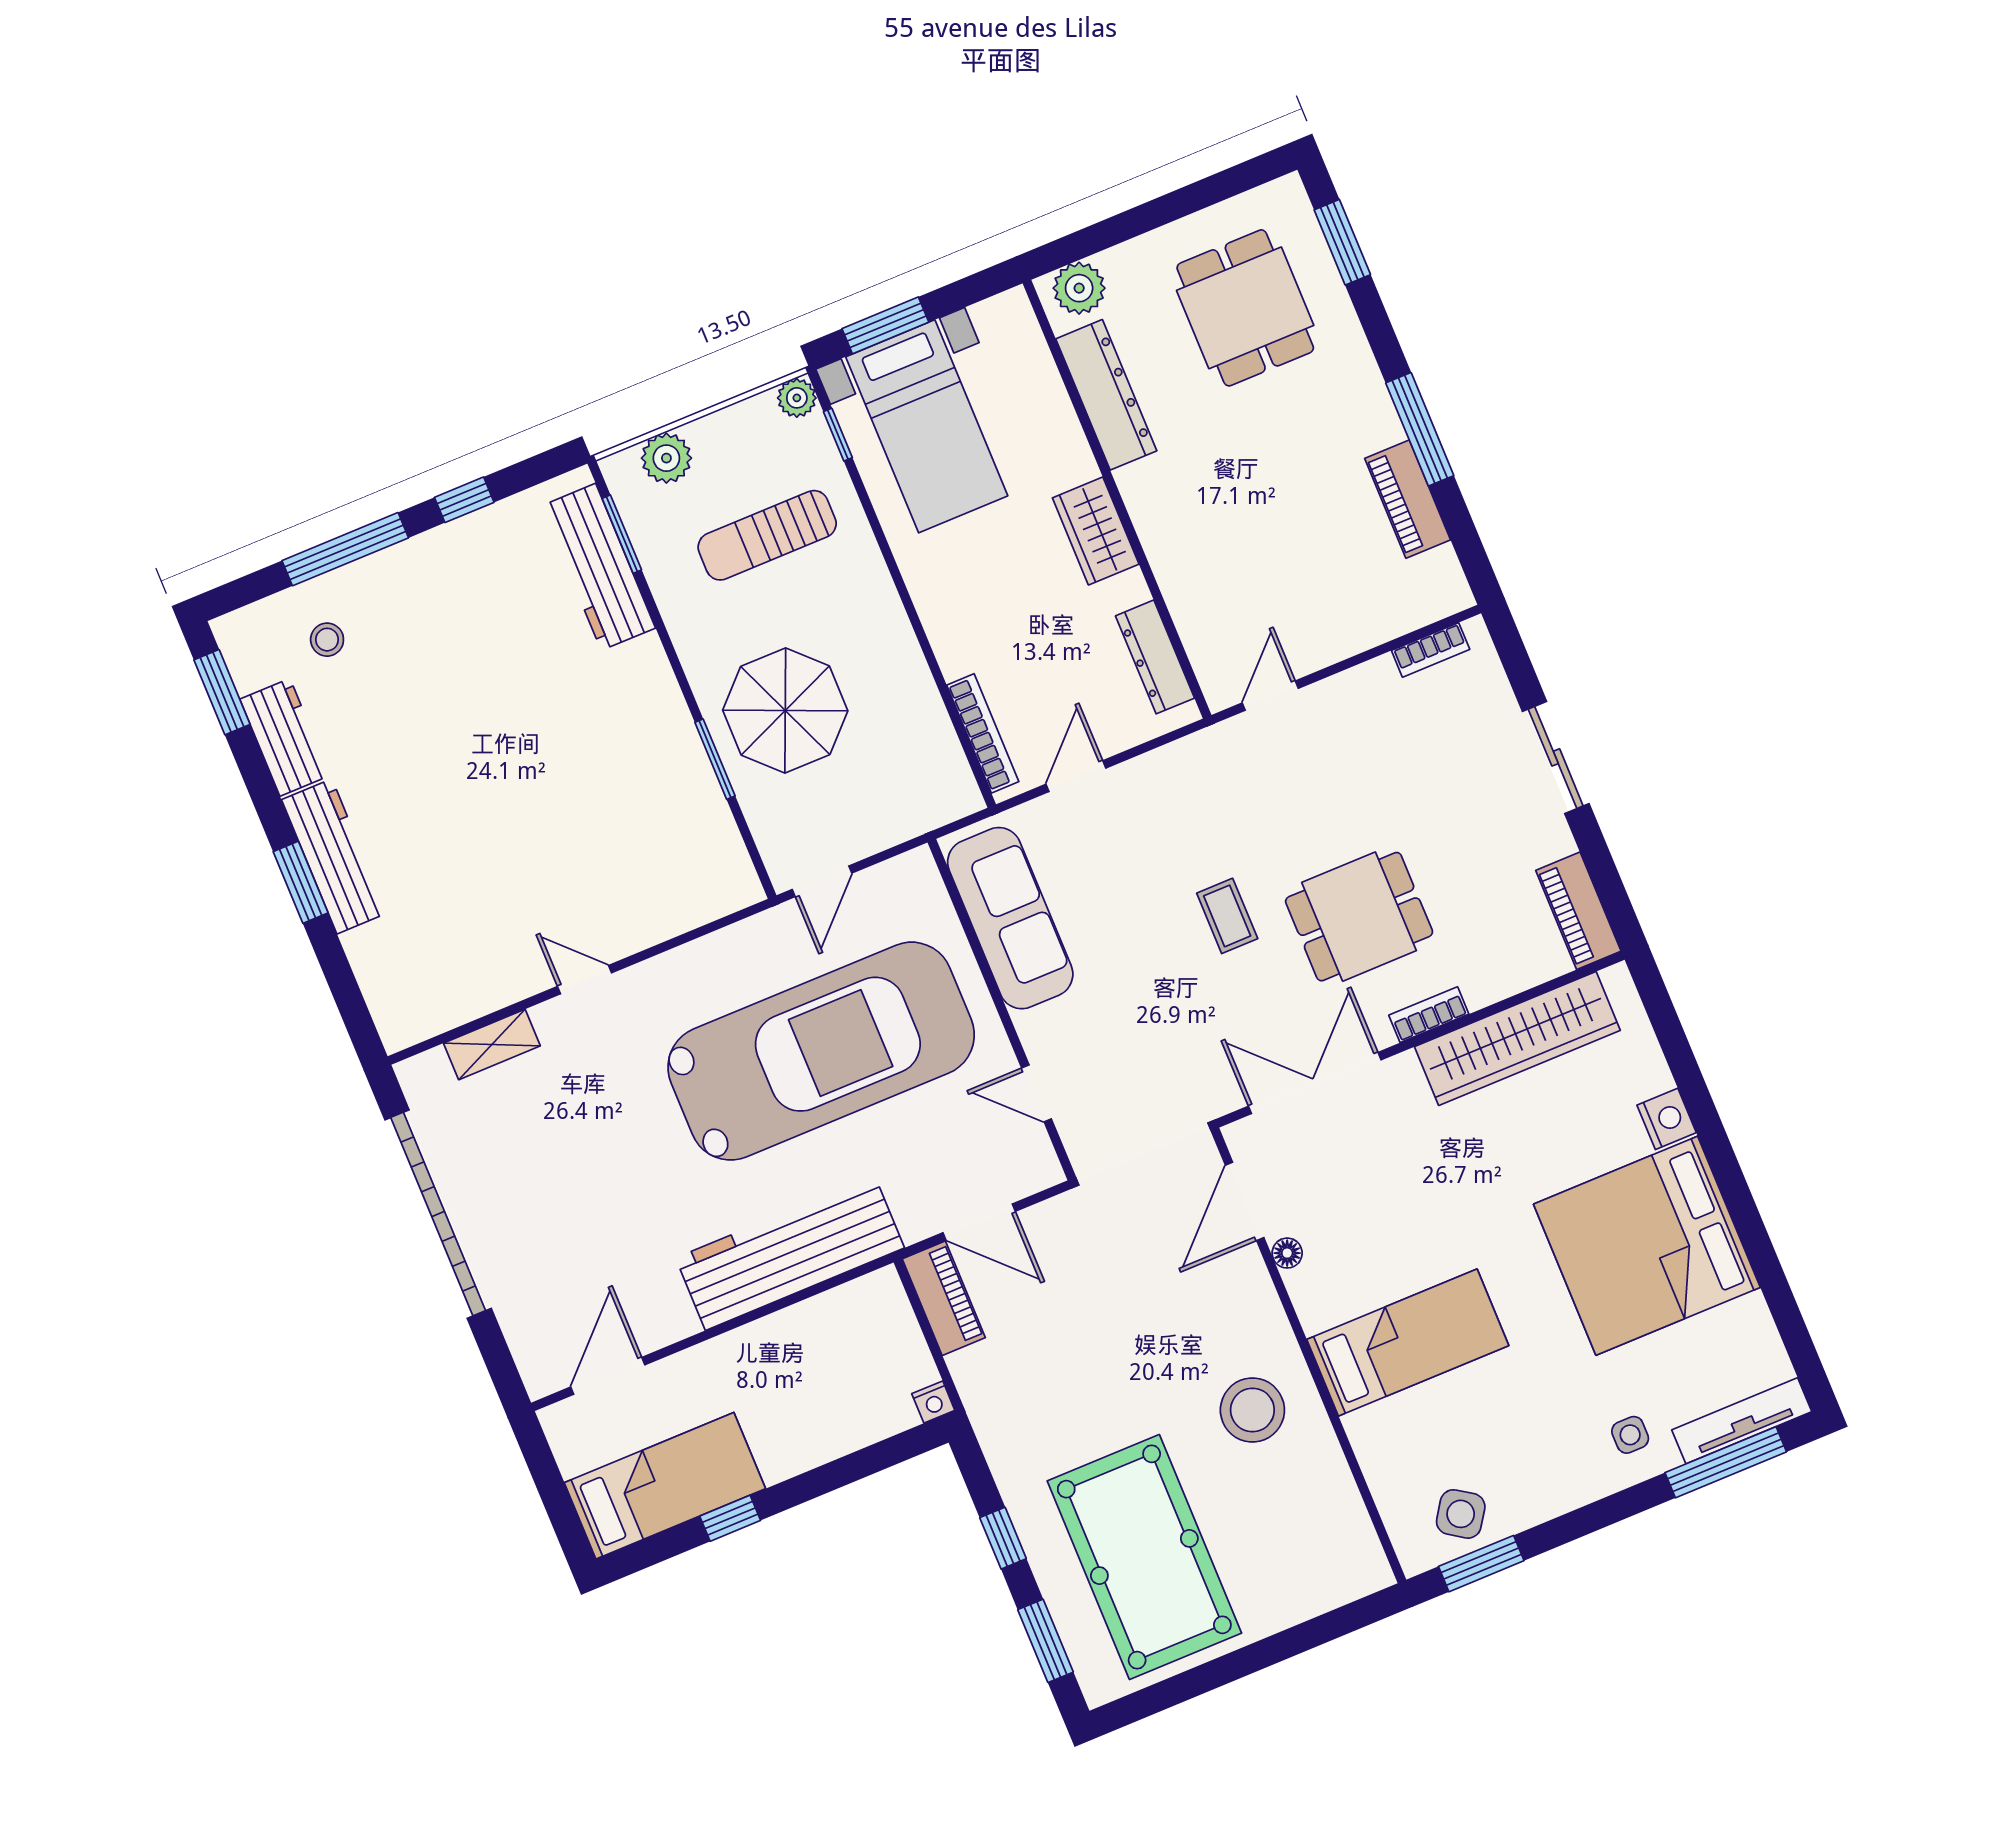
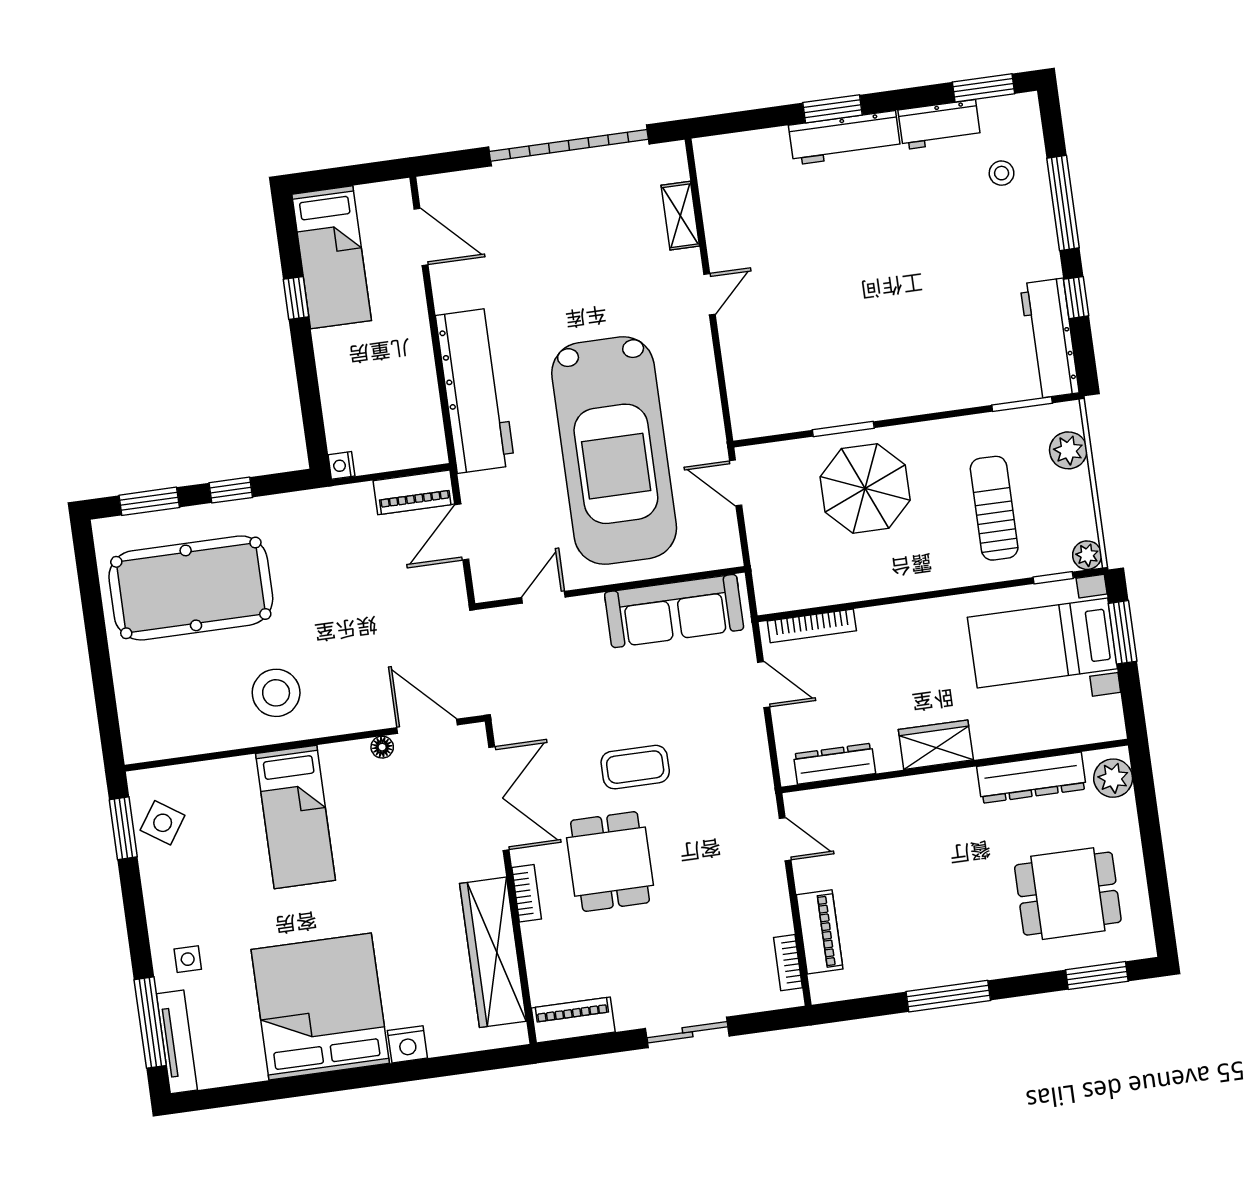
piano: (1408, 499) -> (820, 932), moved, turned 90
workbench: (599, 567) -> (1049, 338), moved, turned -90
coffee table: (1227, 916) -> (635, 767), width x1.36, depth x1.30

